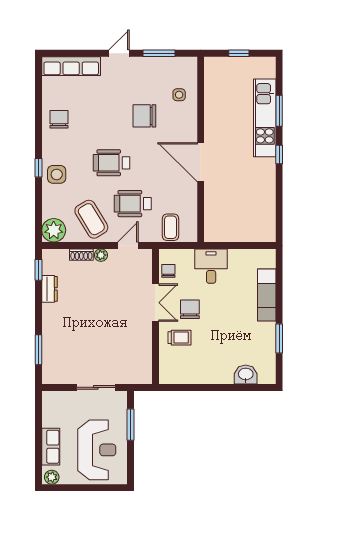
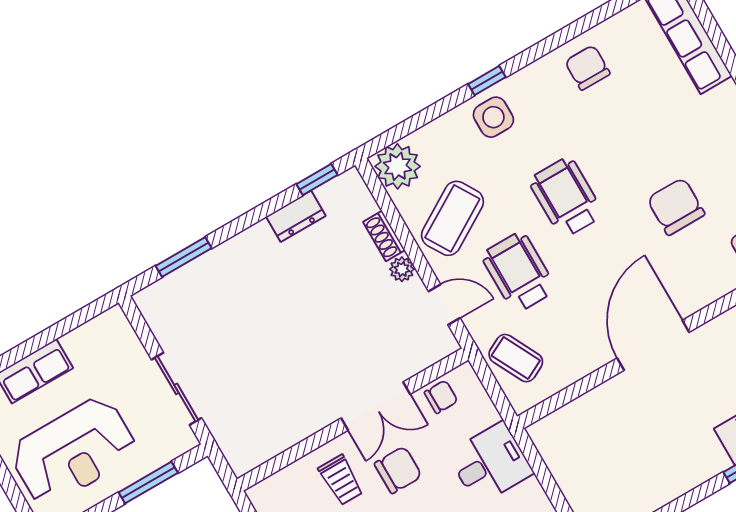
chair: (59, 119) -> (587, 68), turned -90
coffee table: (171, 227) -> (516, 358), turned 63

